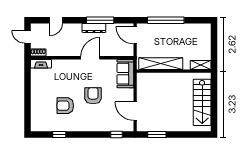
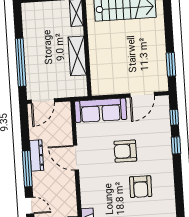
window: (100, 20) -> (27, 169), moved
shelving: (161, 64) -> (77, 56), width x0.68
sofa: (125, 74) -> (101, 110), width x1.36
window: (59, 135) -> (176, 145), moved

